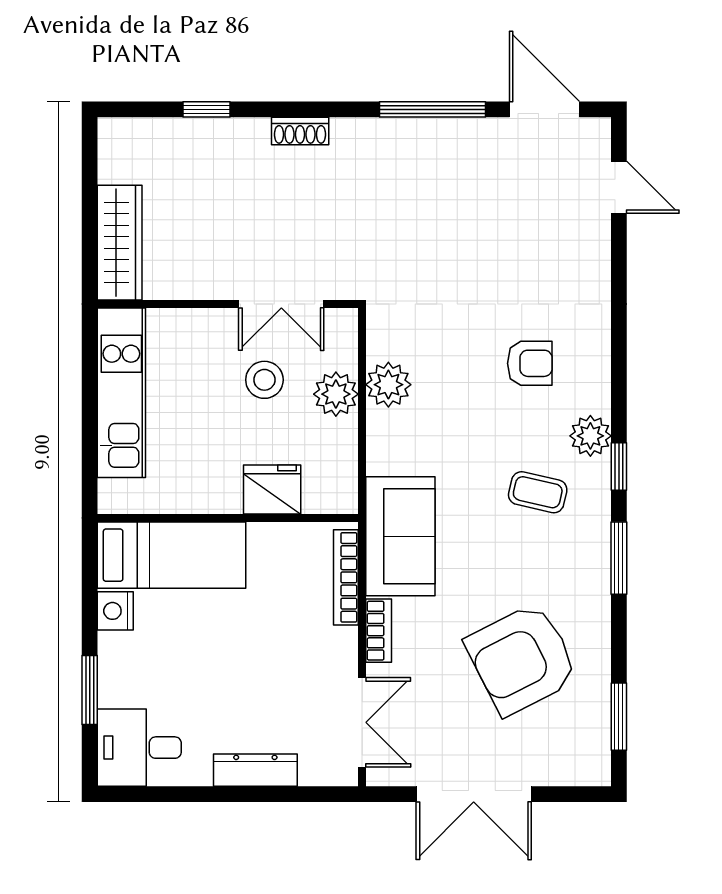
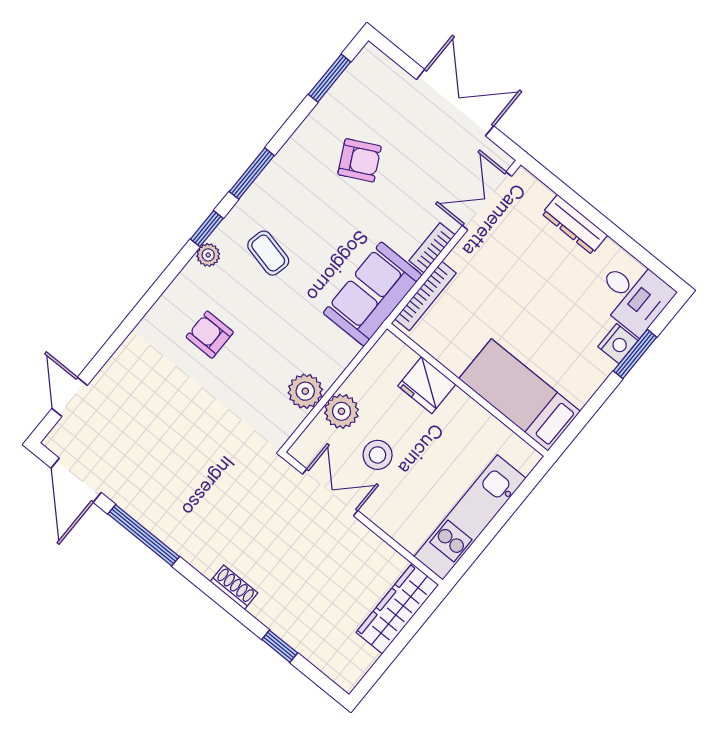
plant: (590, 436) -> (208, 255), width x0.73, depth x0.73
nightstand: (115, 611) -> (618, 344), moved
armchair: (522, 659) -> (360, 160), width x0.53, depth x0.53

